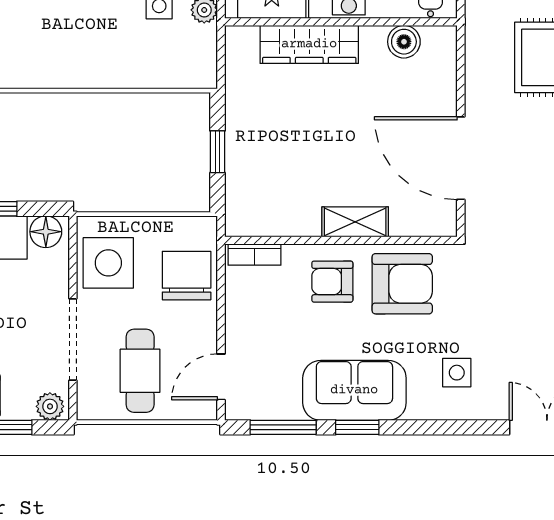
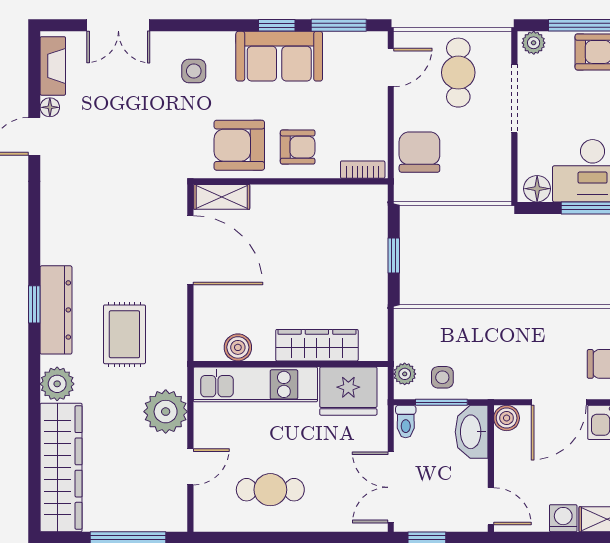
shelving: (355, 222) -> (222, 197), moved
side table: (108, 263) -> (485, 163), removed
chair: (187, 276) -> (419, 152), turned 180

